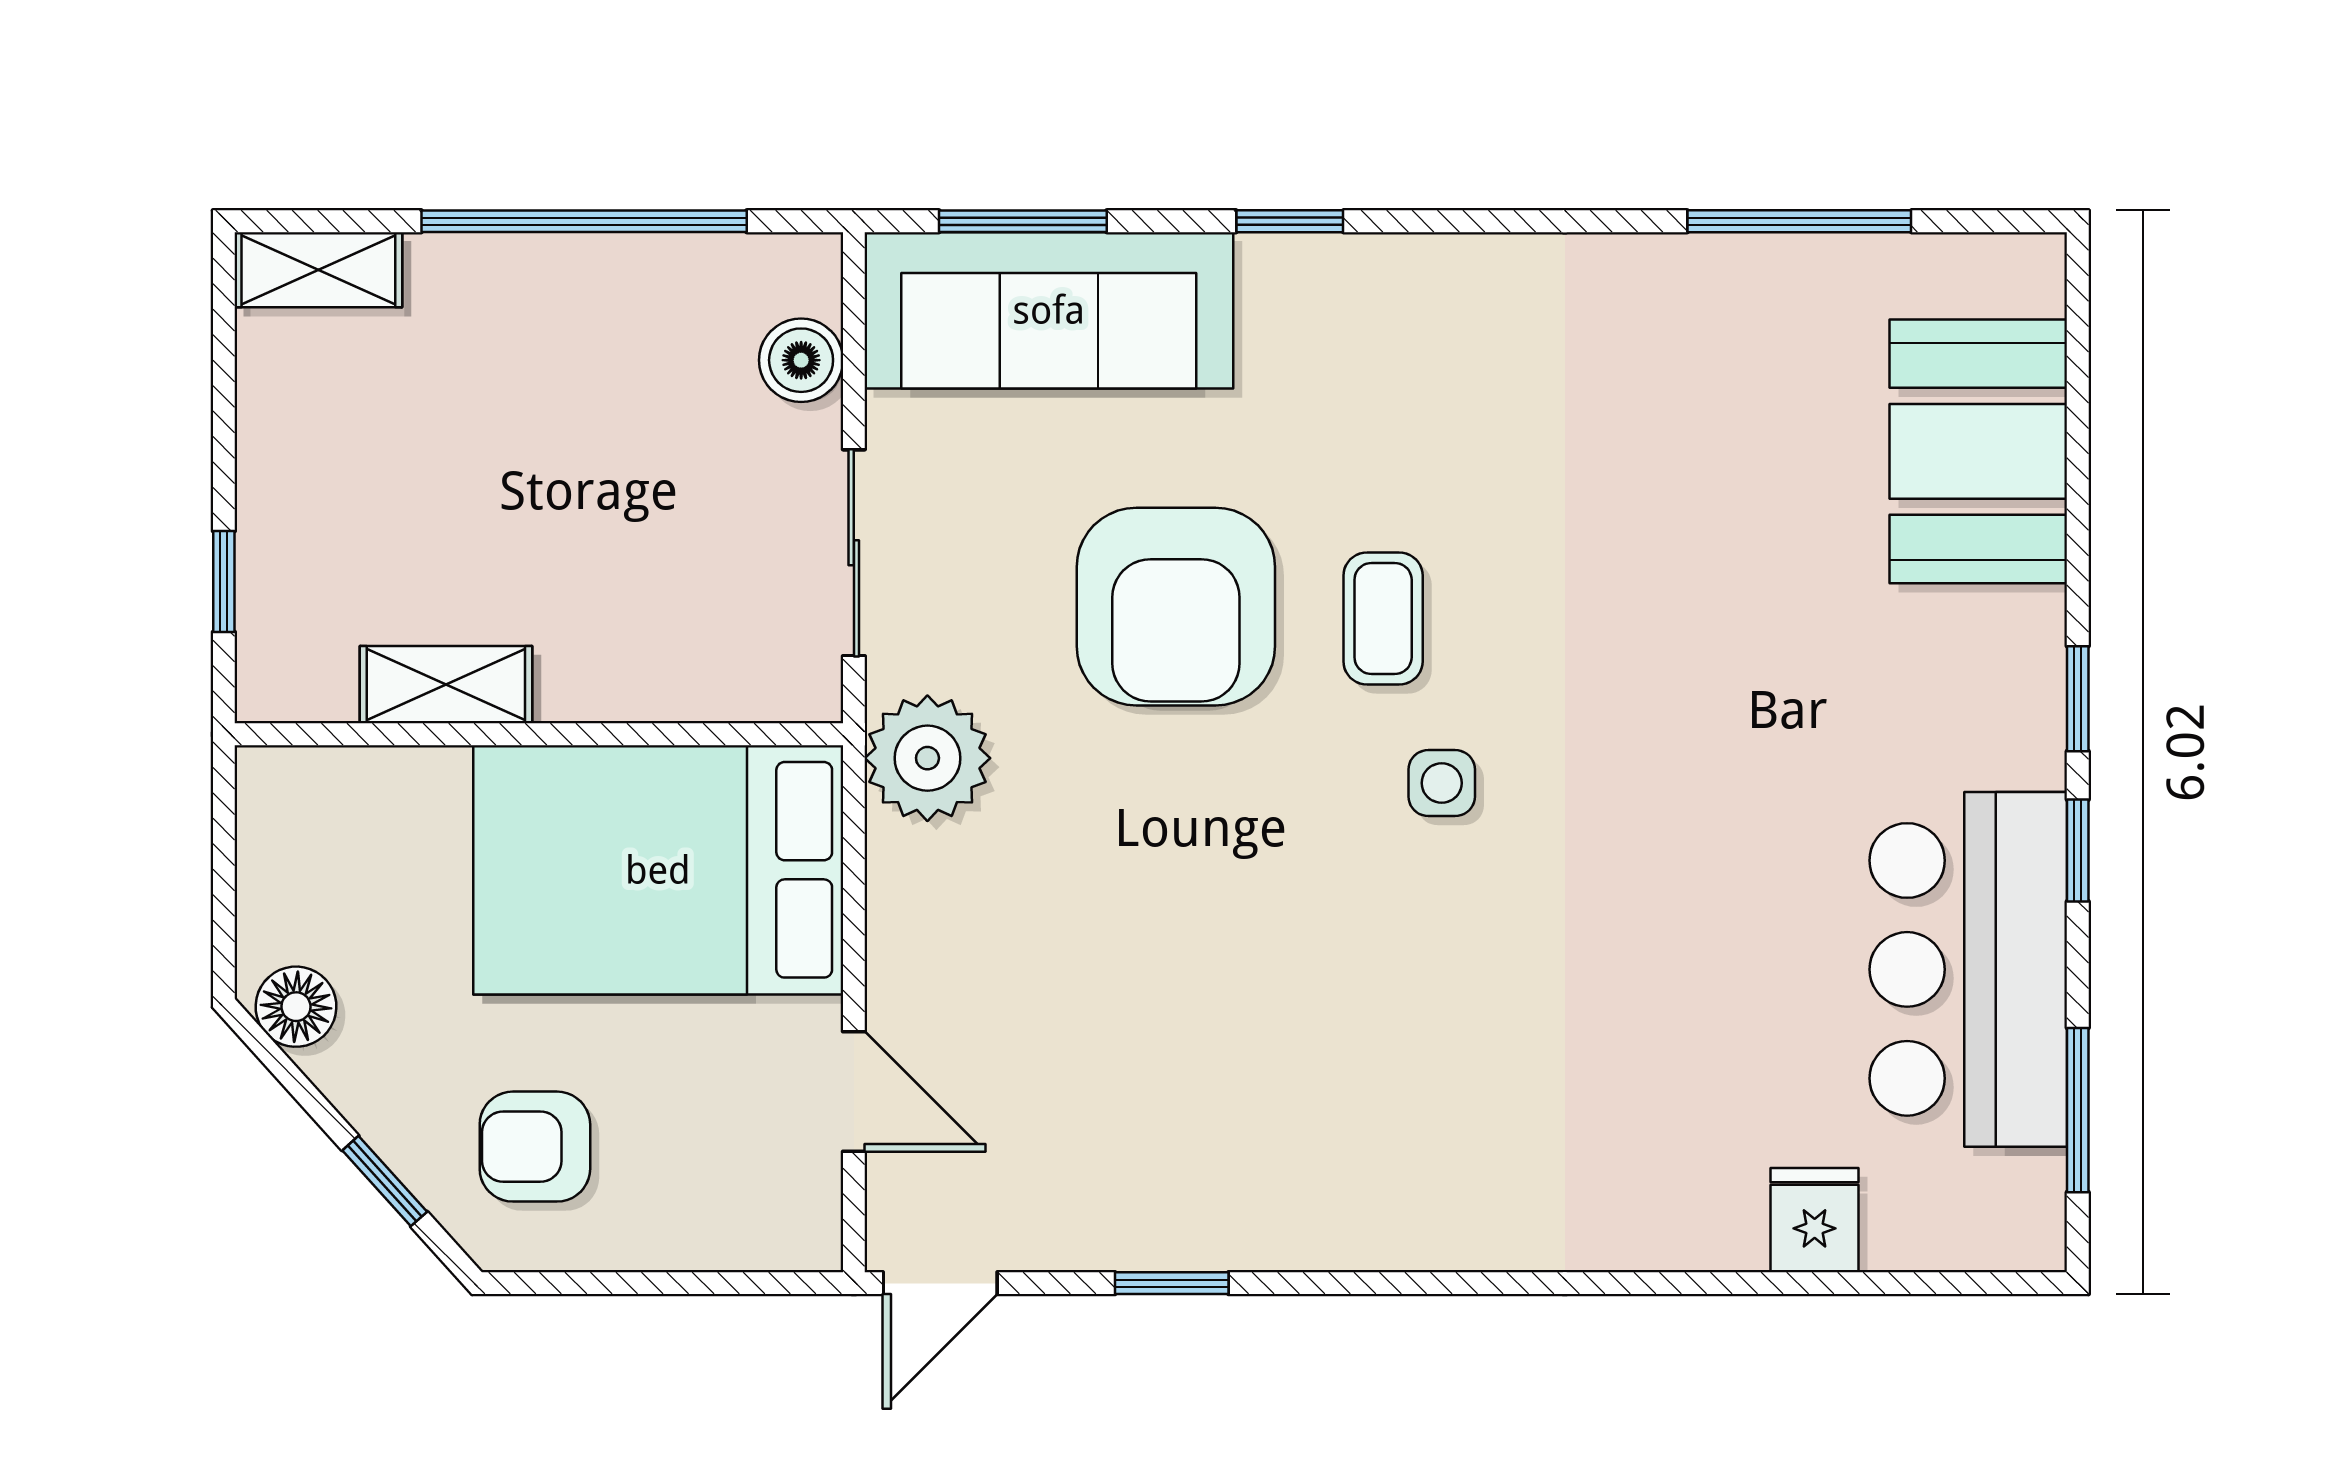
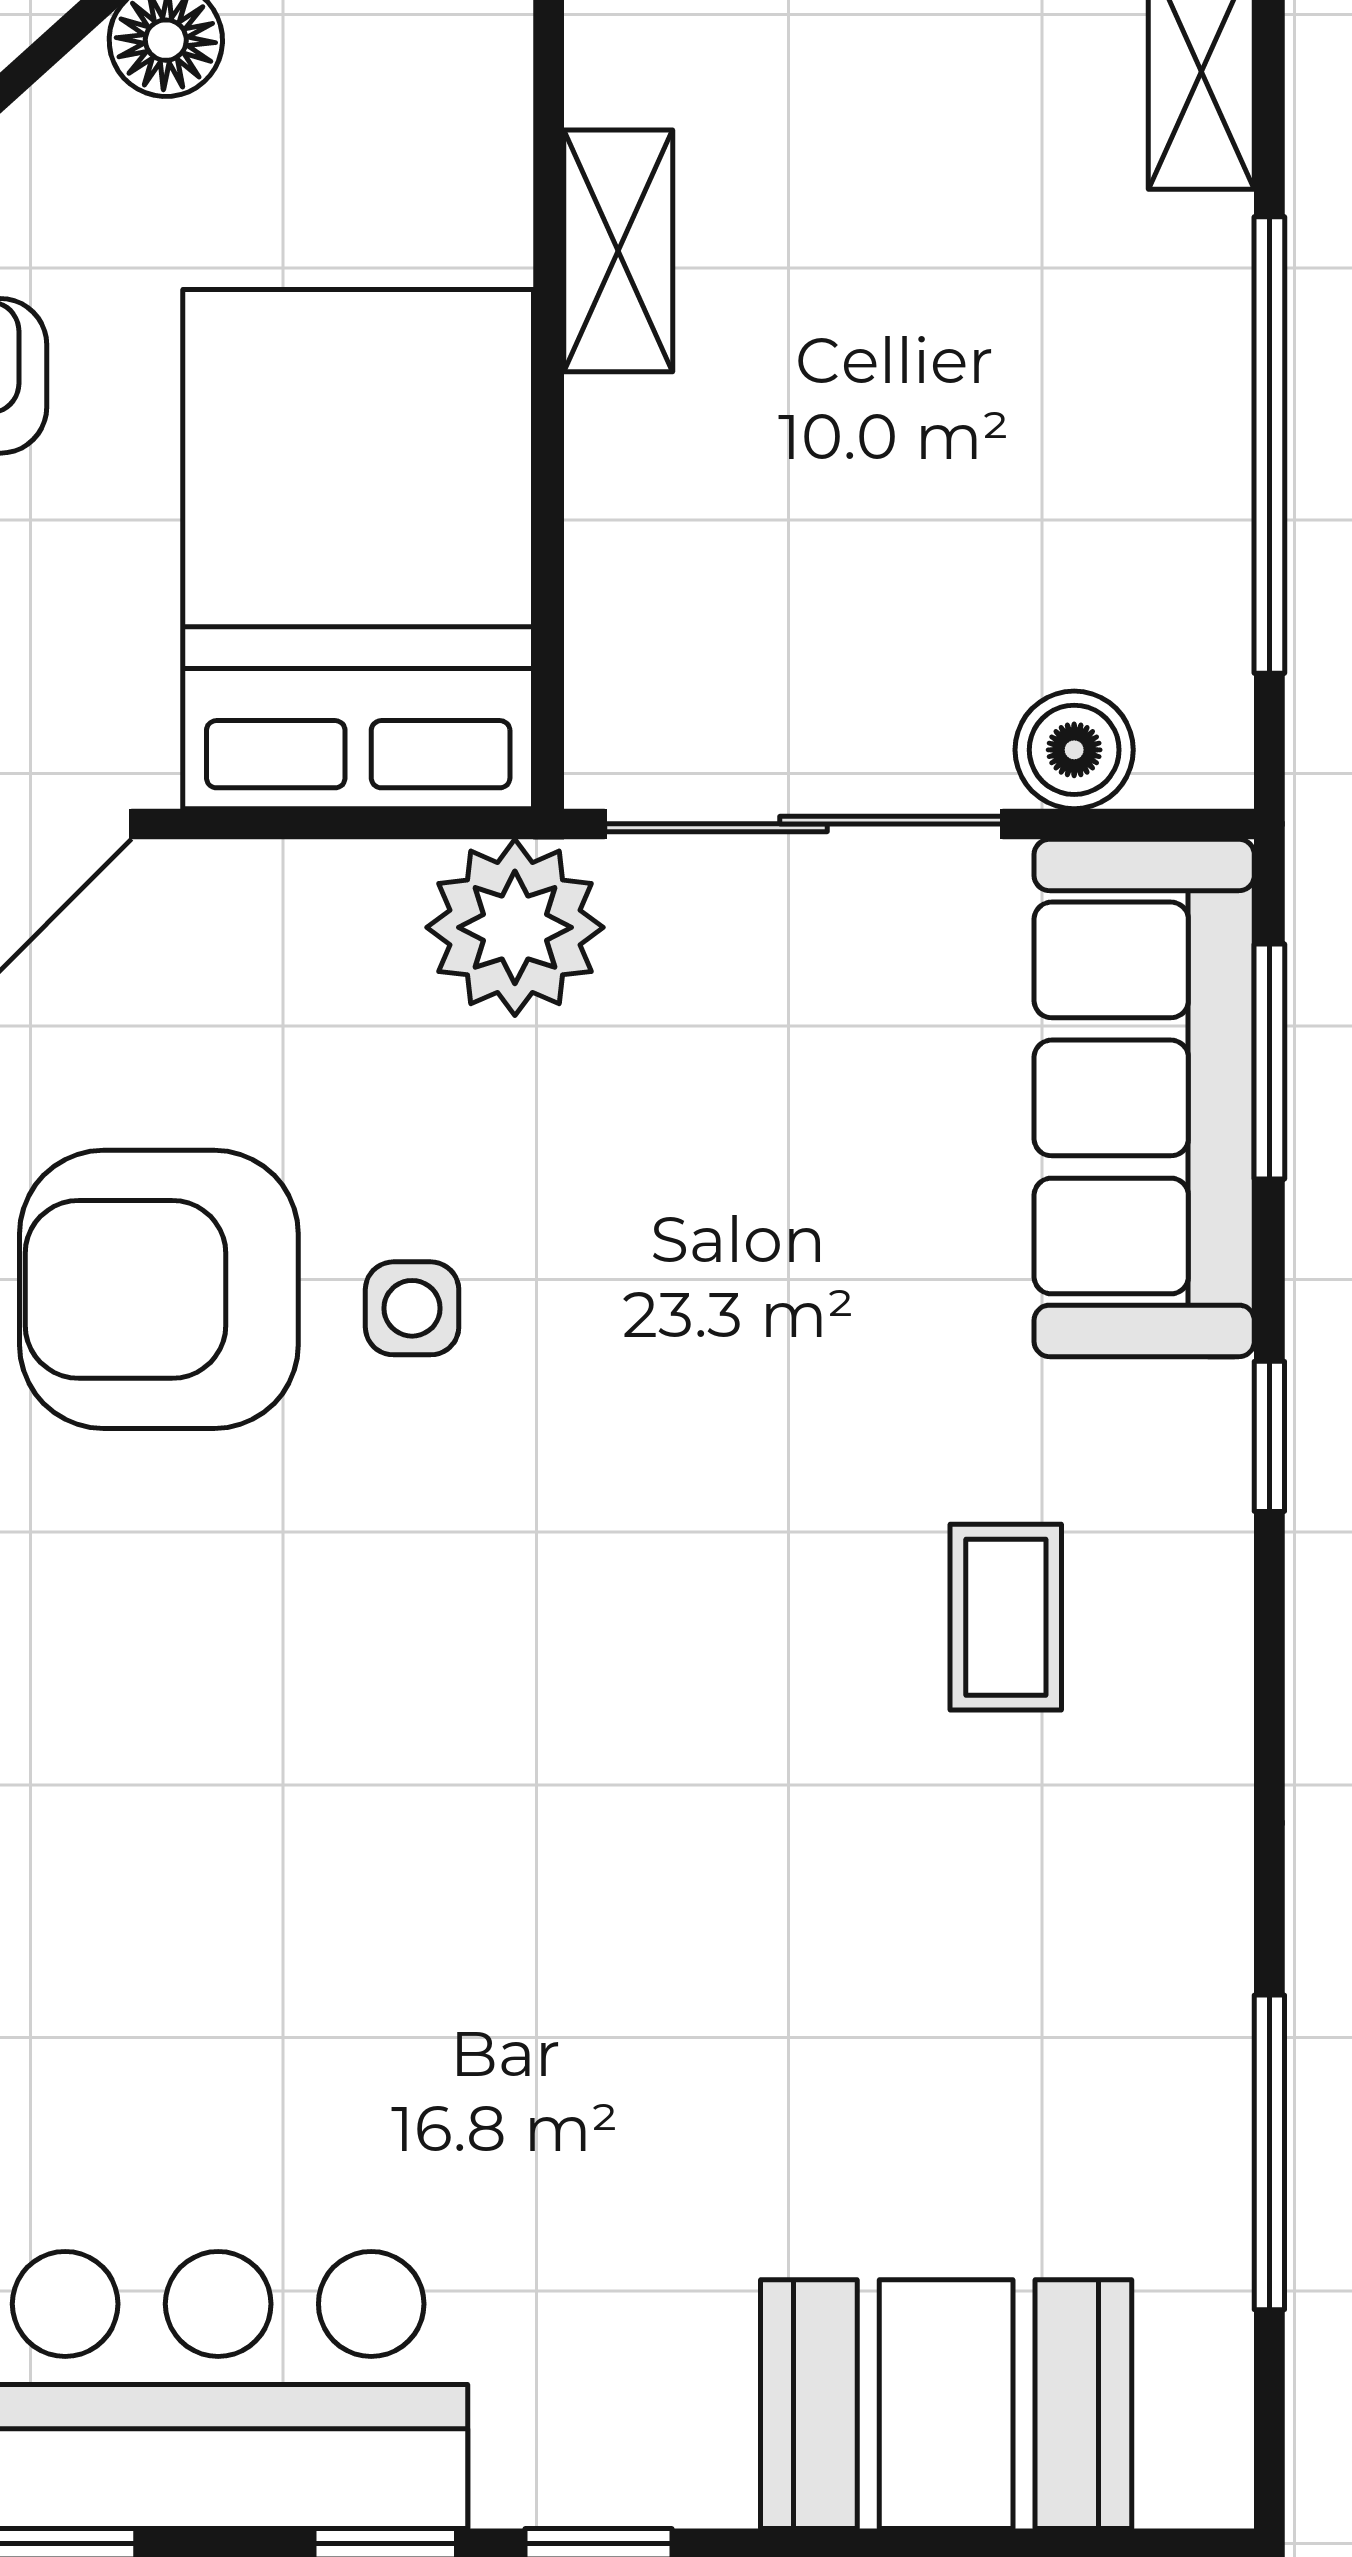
sliding door: (854, 553) -> (804, 824), width x1.37
armchair: (1176, 607) -> (159, 1289), moved
coffee table: (1383, 618) -> (1006, 1617), moved, turned 90
side table: (1442, 783) -> (412, 1308), moved

